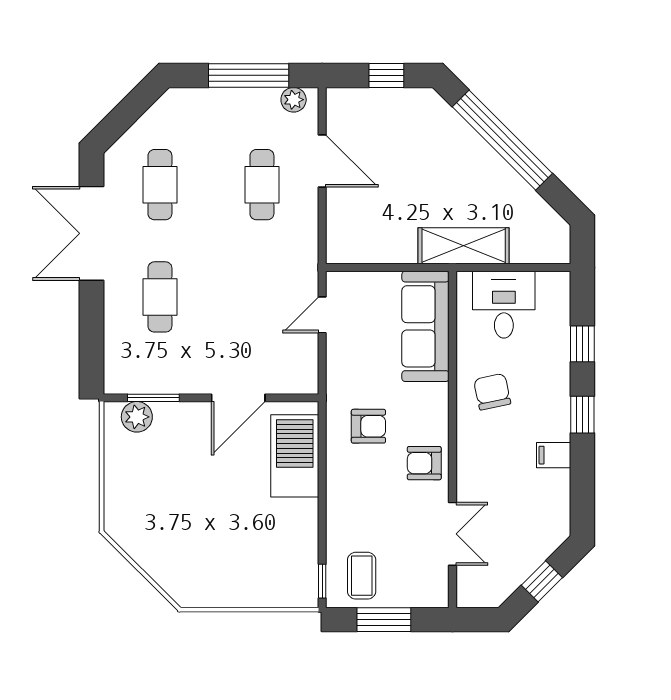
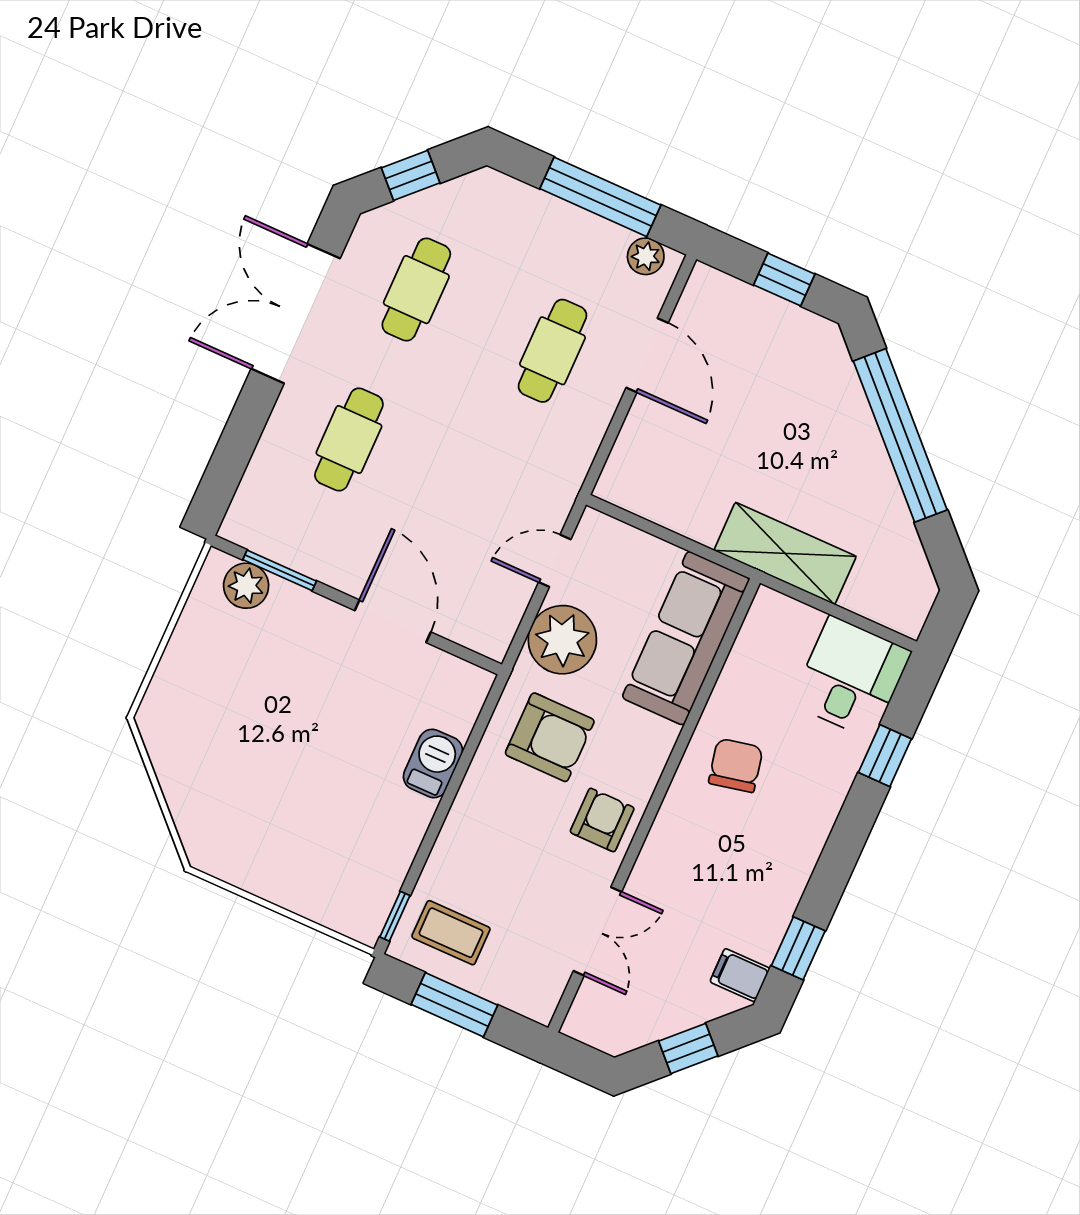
window: (124, 115) -> (411, 175), added
desk: (504, 305) -> (851, 677), moved
plant: (349, 362) -> (562, 640), added
door: (238, 398) -> (393, 621), swing flipped
window: (582, 415) -> (798, 948), moved
armchair: (368, 426) -> (550, 737), width x1.38, depth x1.38
filing cabinet: (554, 455) -> (740, 975), moved
barbecue: (295, 456) -> (433, 763), width x0.53, depth x0.65
armchair: (424, 463) -> (602, 820), turned 90
coffee table: (362, 576) -> (451, 933), turned 90

